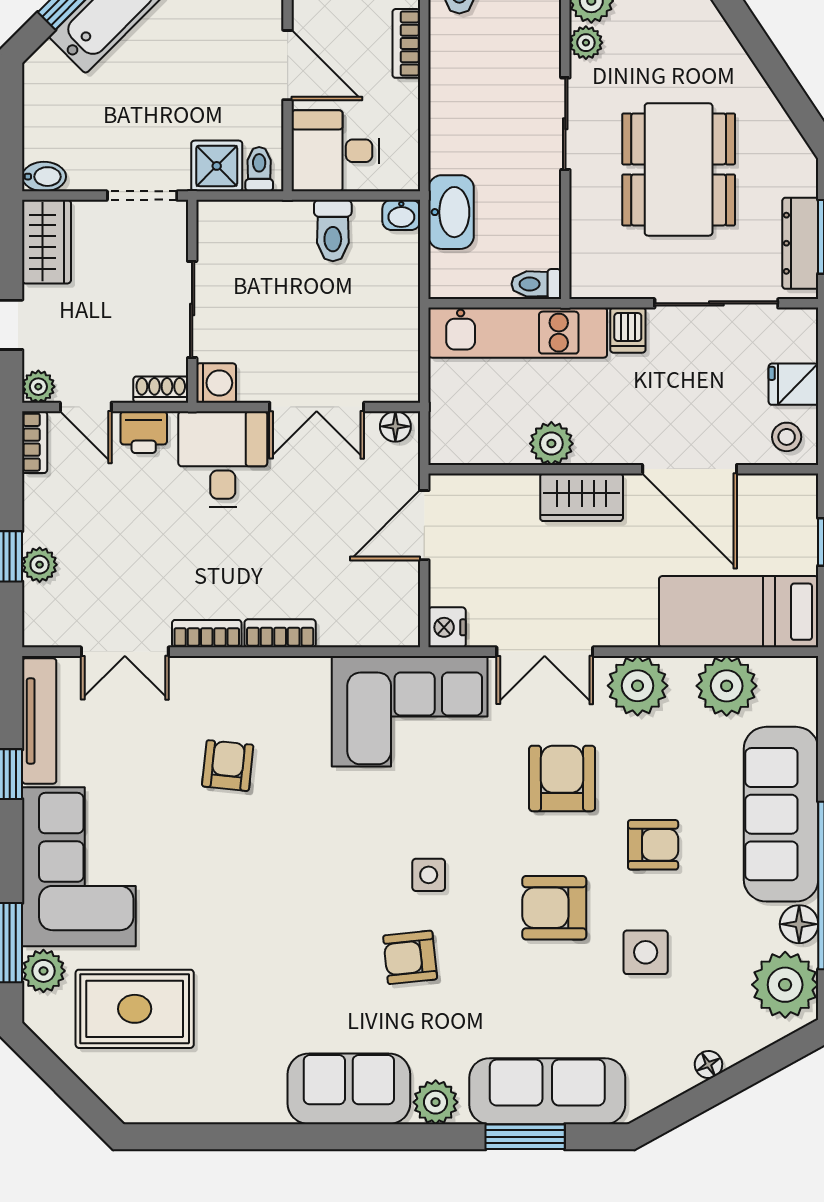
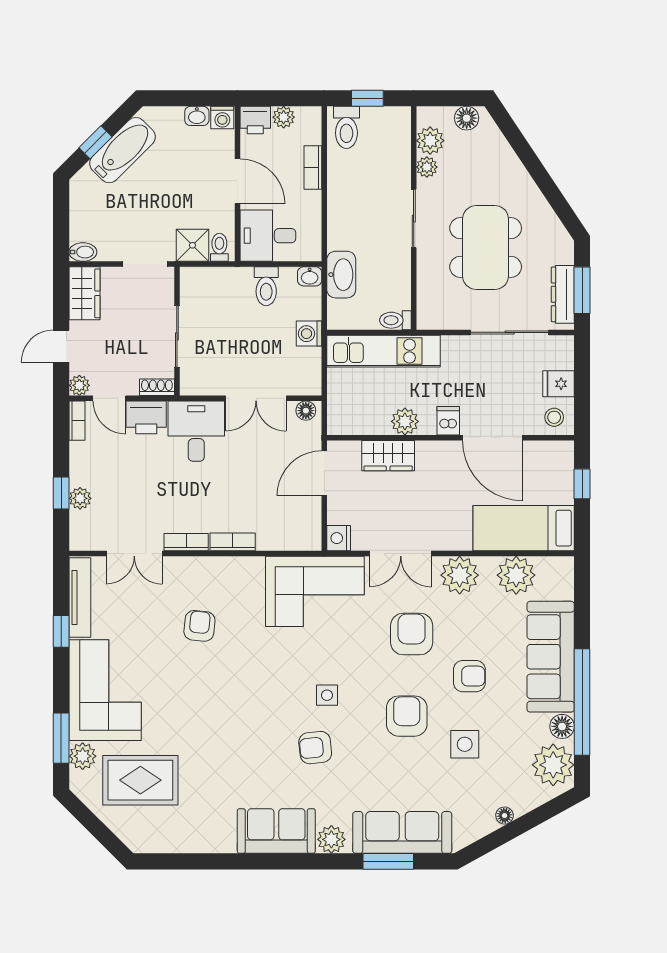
dishwasher: (628, 330) -> (448, 421), moved, turned 180
washing machine: (216, 383) -> (309, 334), moved, turned 180
printer: (144, 432) -> (146, 417), width x1.36, depth x1.24
wardrobe: (582, 497) -> (388, 456), moved
armchair: (554, 908) -> (407, 716), turned 90

